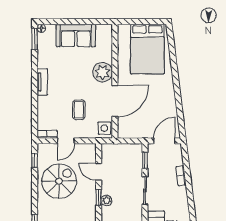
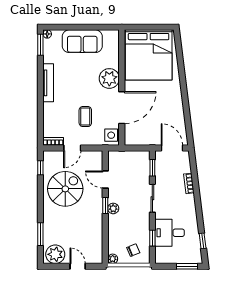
bed: (147, 49) -> (149, 55), width x1.36
tv unit: (42, 82) -> (48, 83), width x1.41
door: (164, 141) -> (172, 148), hinge flipped

